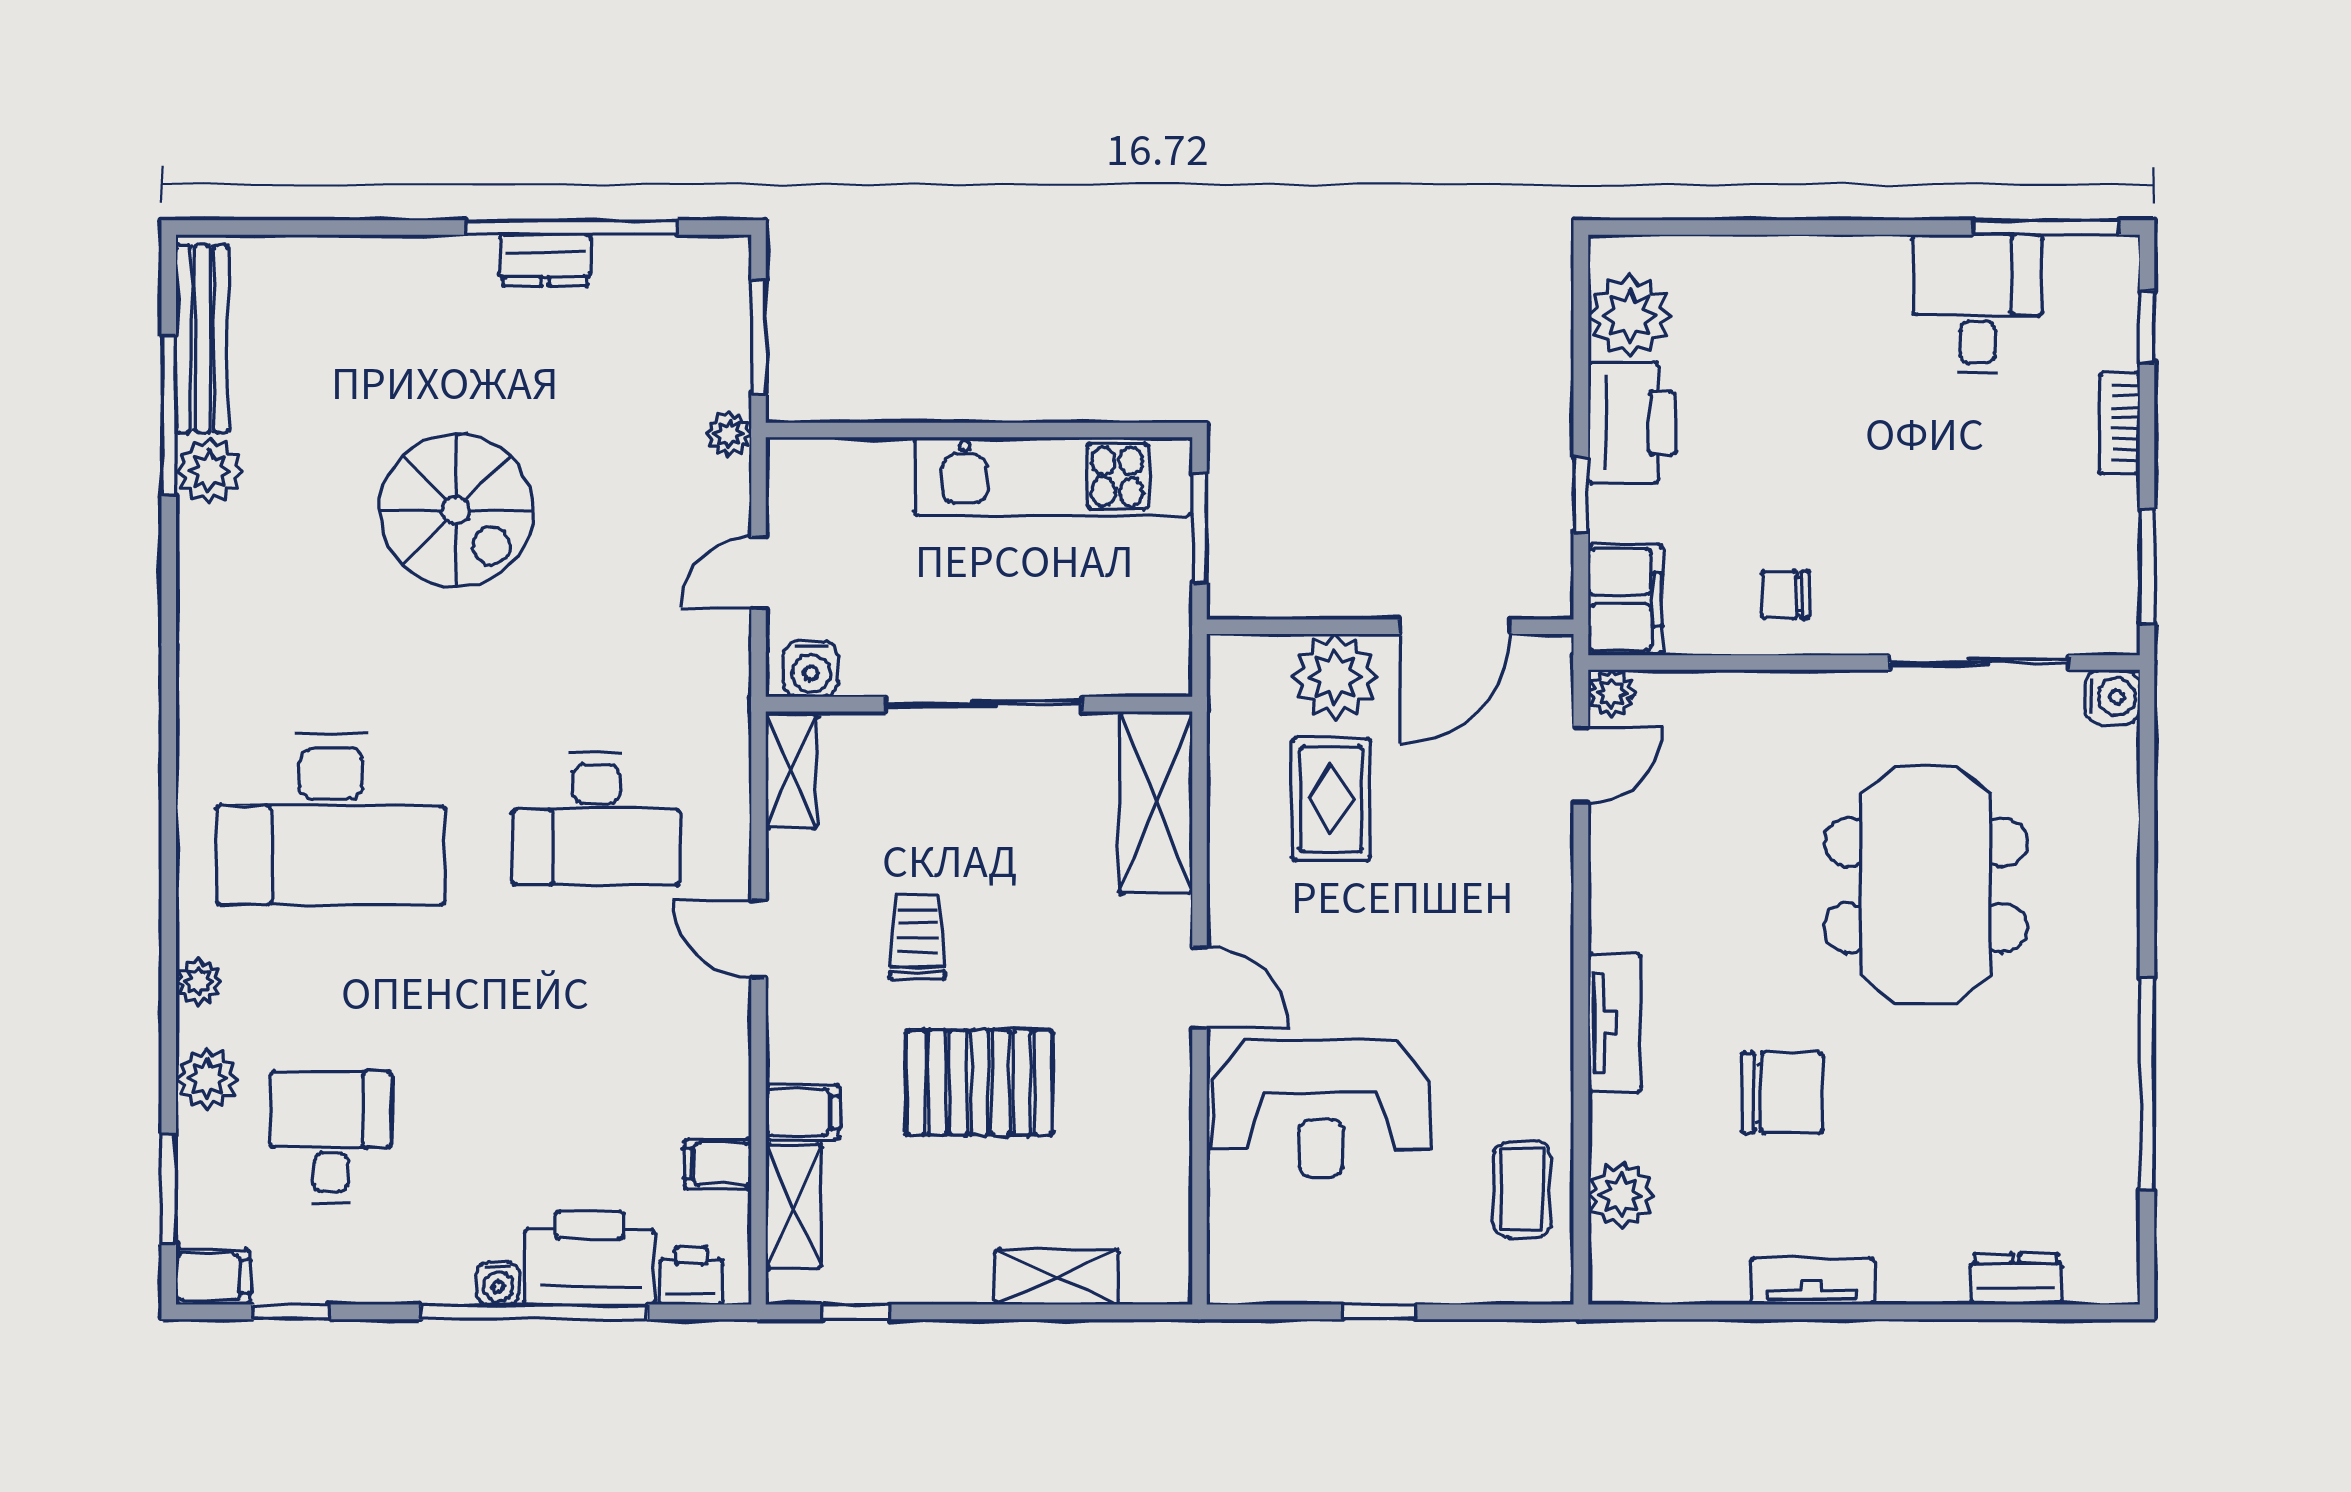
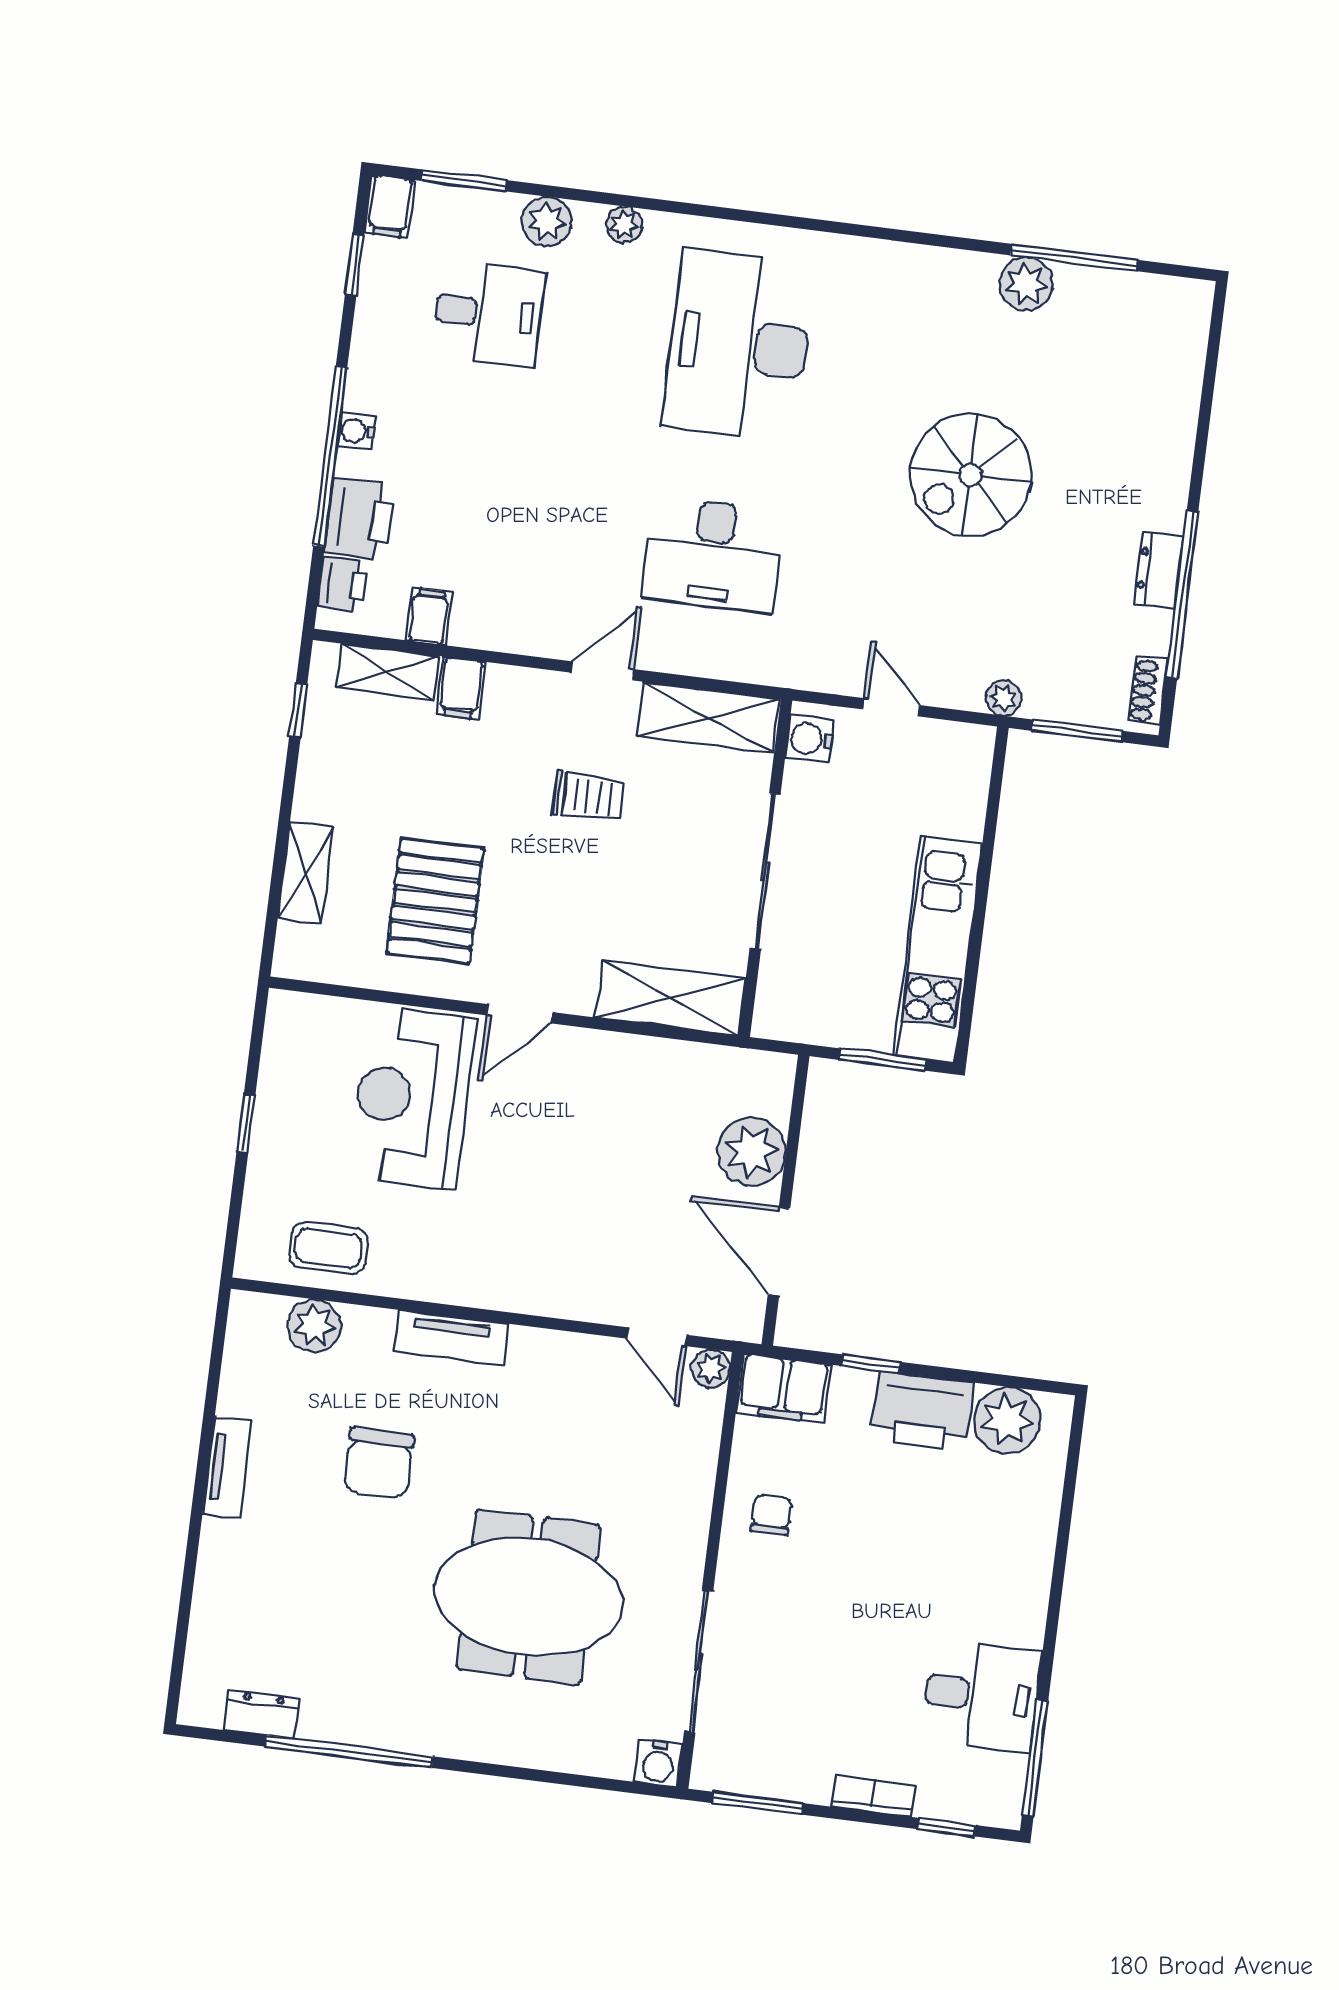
shoe rack: (698, 255) -> (1148, 691), added
bench: (202, 339) -> (1131, 292), removed
shelving: (792, 771) -> (708, 717), width x1.50, depth x1.33
rug: (1331, 799) -> (655, 1136), removed
desk: (596, 819) -> (713, 555), turned -90
pallet: (979, 1082) -> (435, 901), moved
printer: (590, 1258) -> (360, 519), width x0.73, depth x0.84
dresser: (2016, 1279) -> (262, 1714), moved, turned -90

